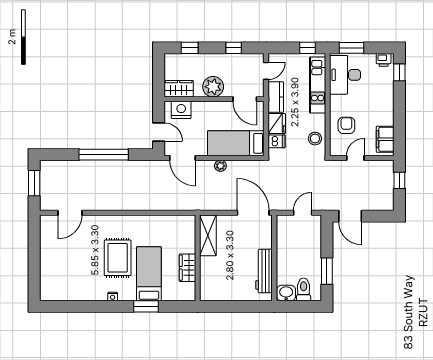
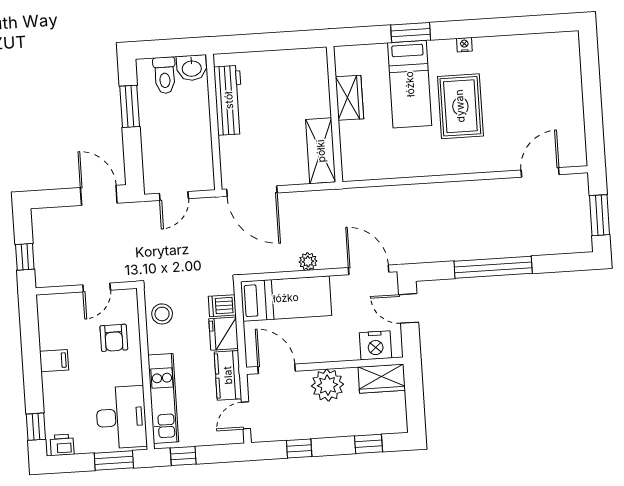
filing cabinet: (385, 139) -> (54, 361), moved, width x0.50

